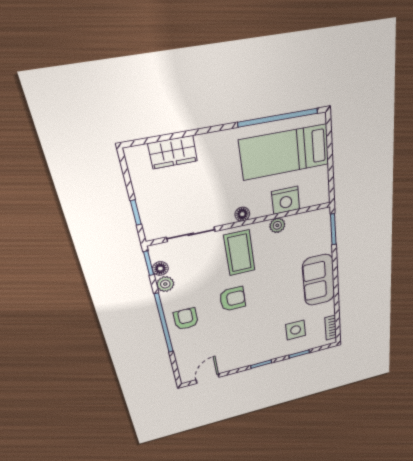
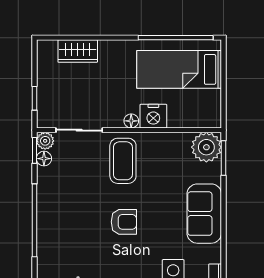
nightstand: (286, 200) -> (153, 116), moved
plant: (277, 225) -> (206, 147), moved, width x1.87, depth x1.87
plant: (165, 284) -> (45, 141), moved
armchair: (232, 299) -> (124, 222), moved
armchair: (186, 319) -> (57, 221), removed

